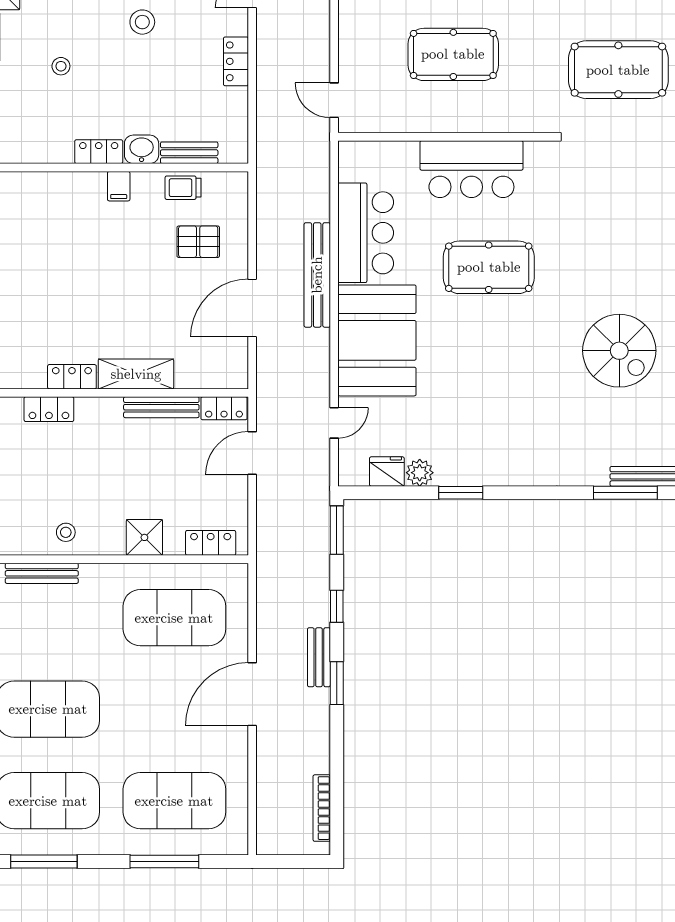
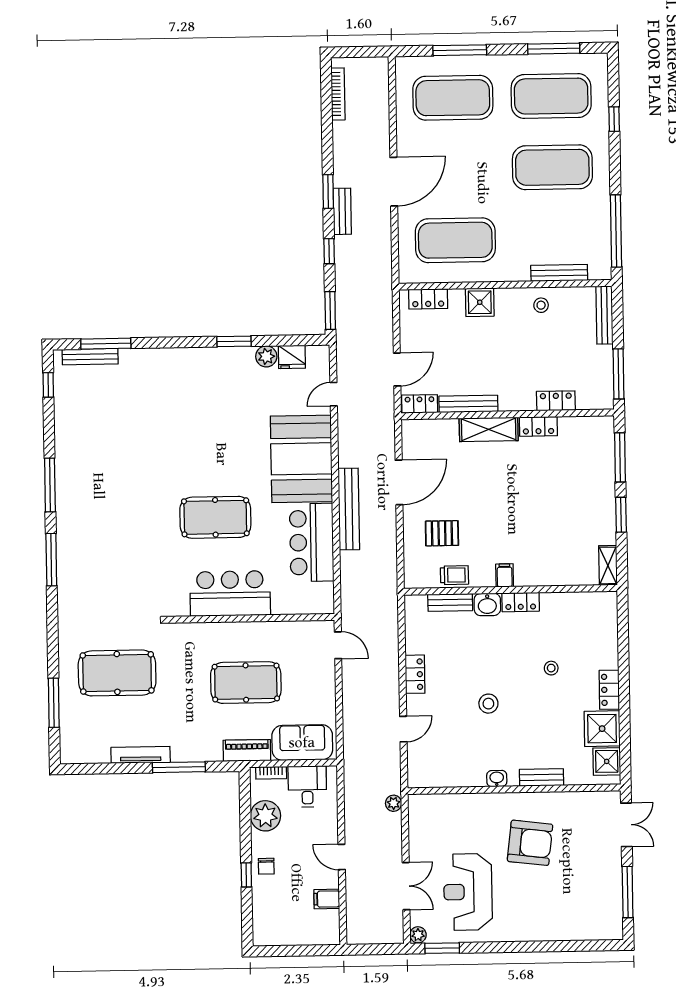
spiral stairs: (619, 351) -> (113, 454), removed

